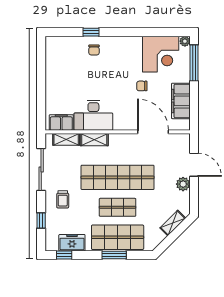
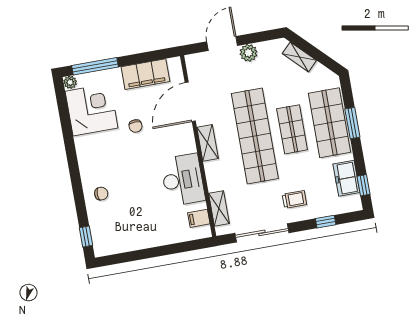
window: (91, 32) -> (86, 236), moved
filing cabinet: (61, 122) -> (199, 218), width x0.50
shelving: (94, 140) -> (208, 143), moved

